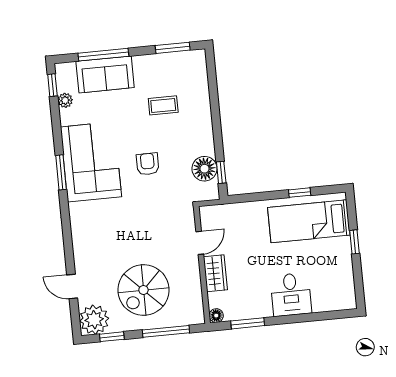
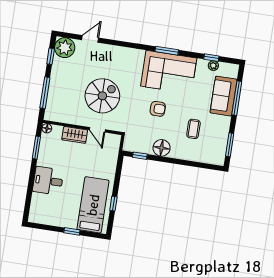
window: (52, 85) -> (211, 58), moved
floor lamp: (205, 169) -> (162, 148), moved
spiral stairs: (143, 290) -> (102, 96), moved, turned 90

